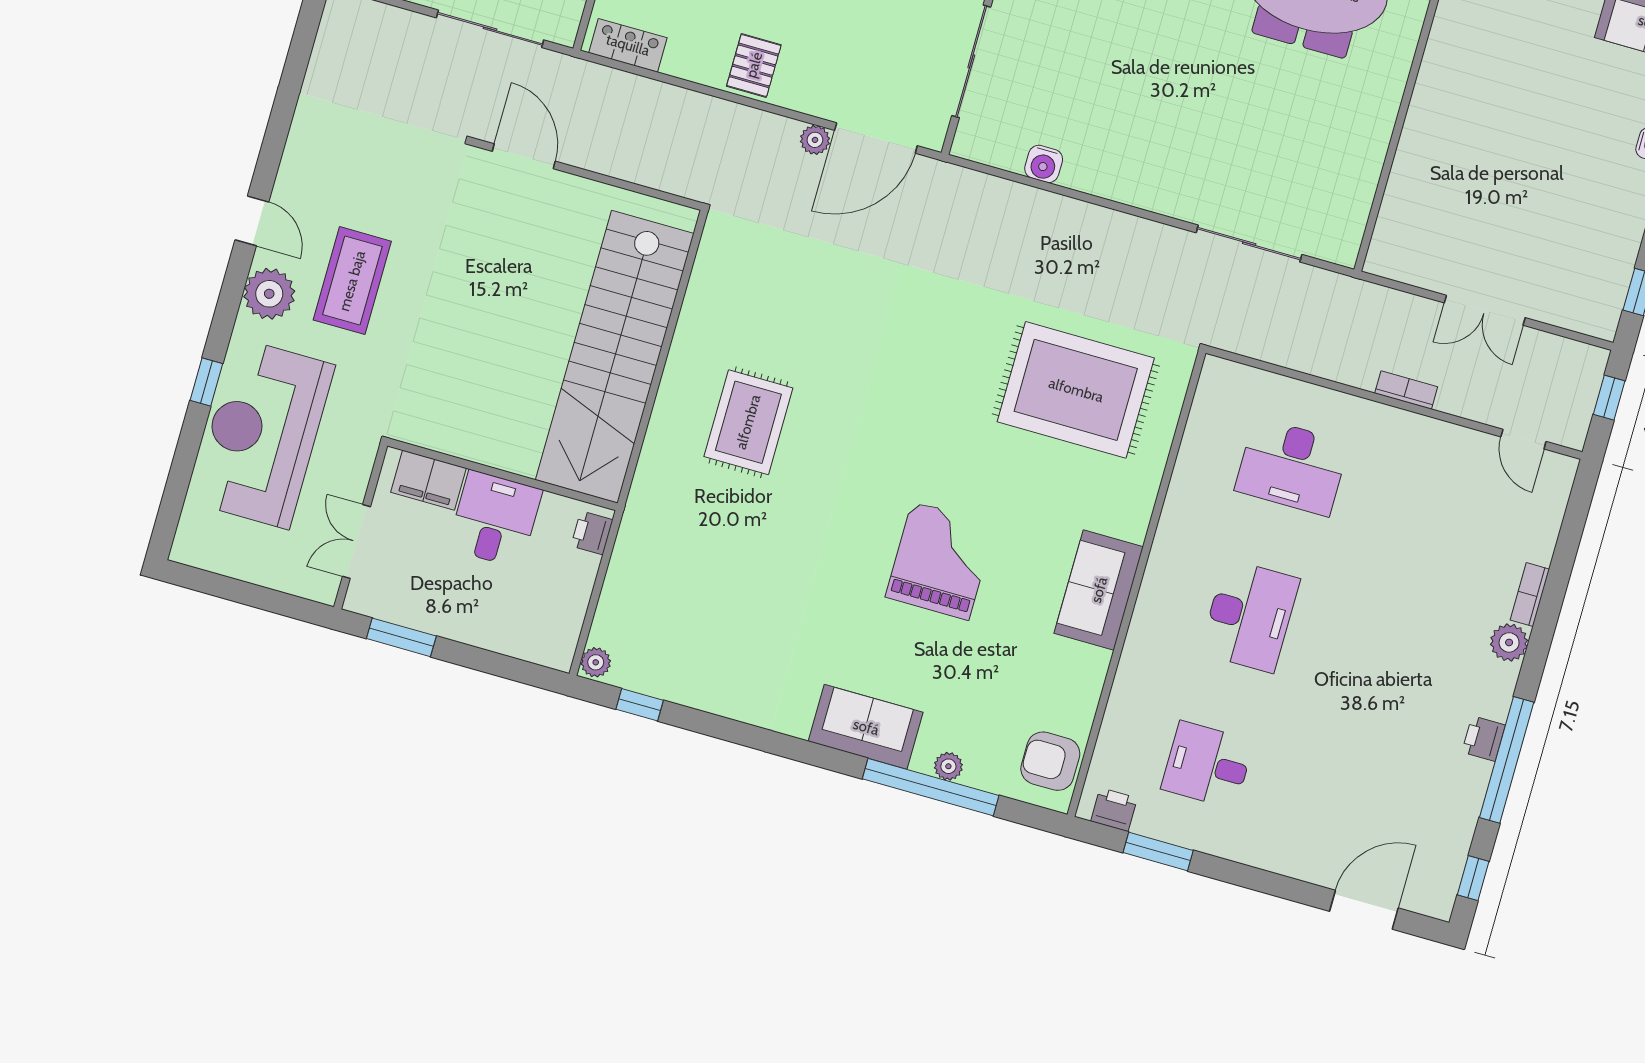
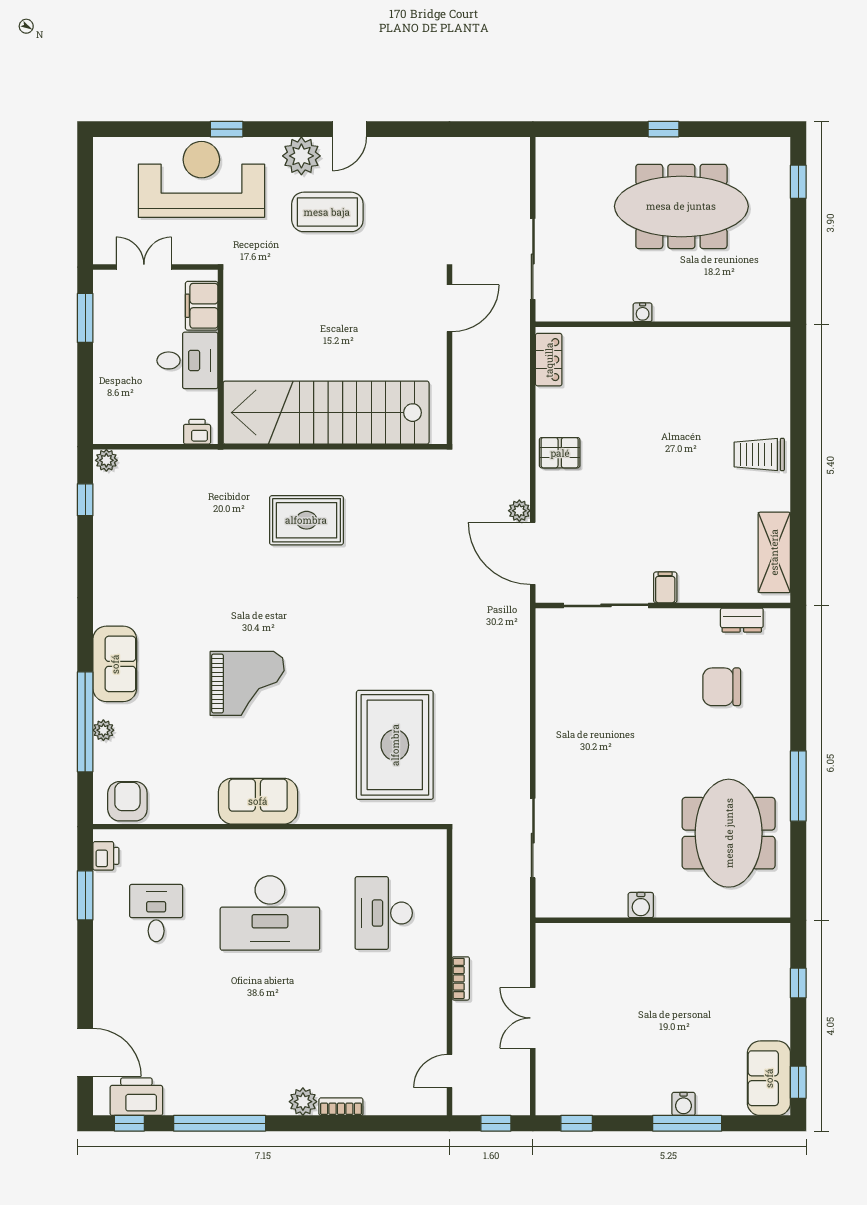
water cooler: (1044, 164) -> (641, 905), moved, turned -90
desk: (1250, 616) -> (270, 913), width x1.36, depth x1.30
printer: (1484, 739) -> (136, 1097), moved, width x1.87, depth x1.48

